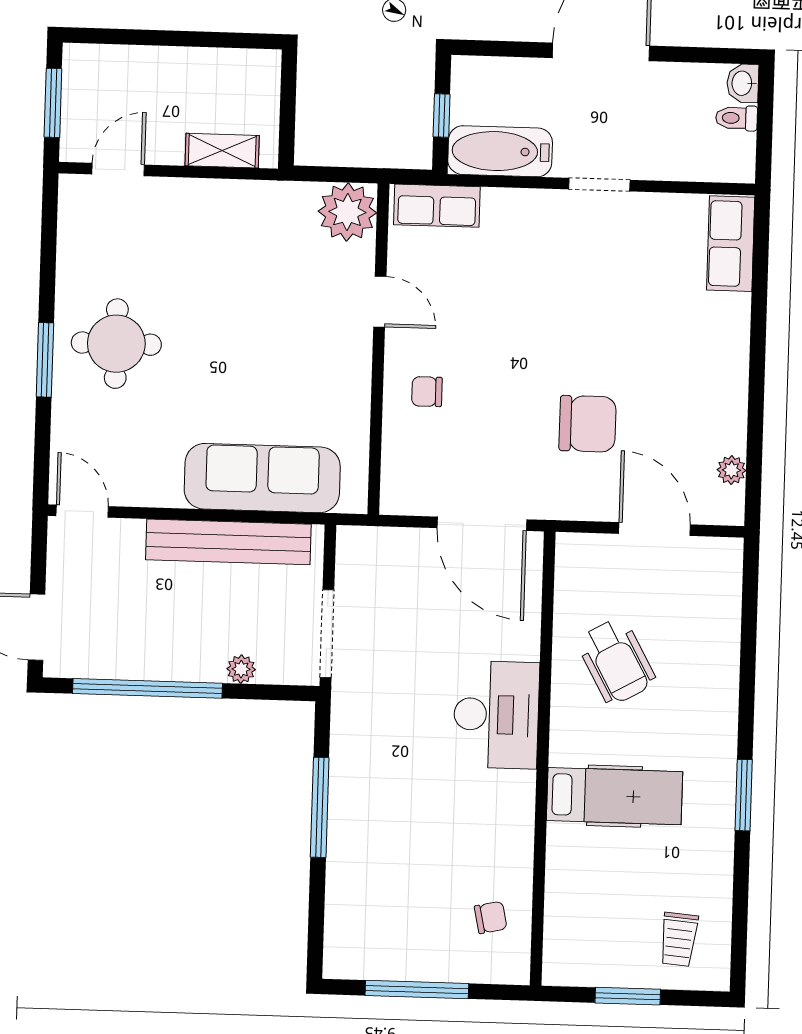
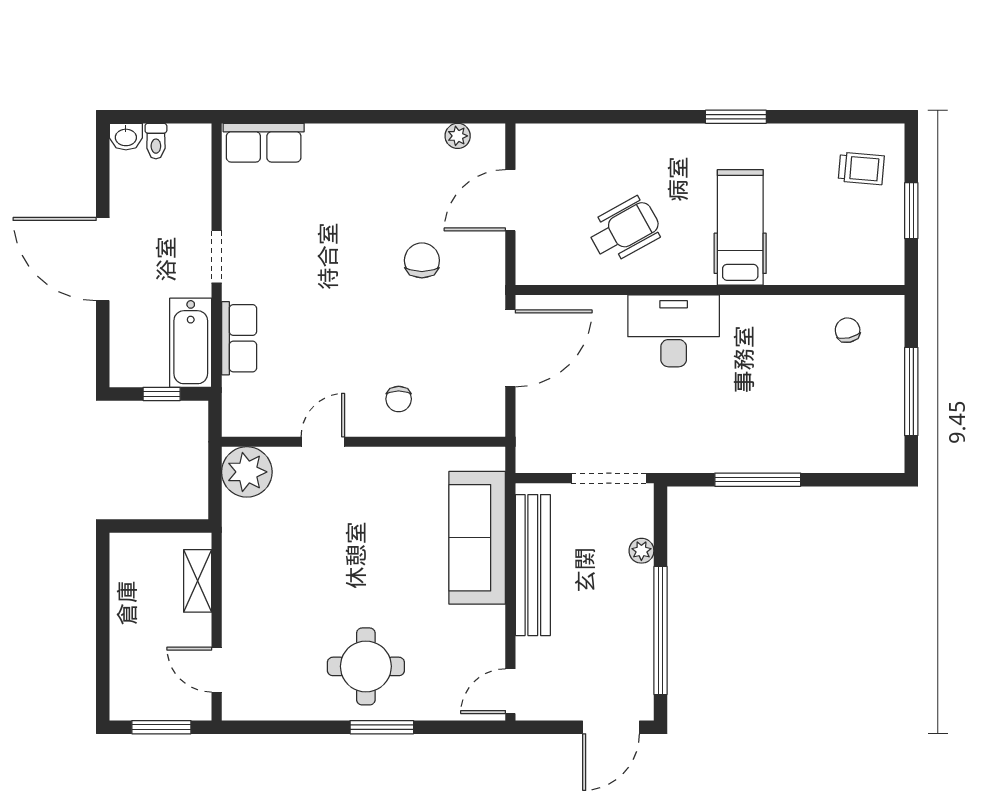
row of seats: (437, 206) -> (239, 338), moved
chair: (588, 424) -> (422, 260), width x0.73, depth x0.73

